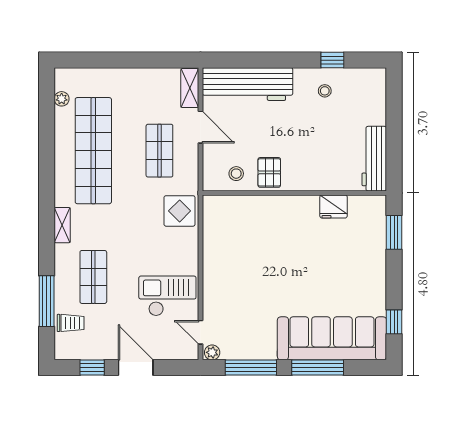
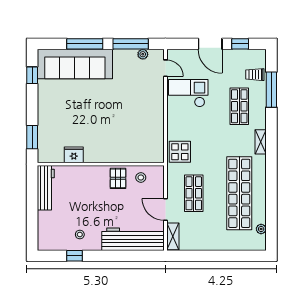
checkout: (167, 296) -> (188, 93), turned 180
plant: (212, 352) -> (143, 54), moved

